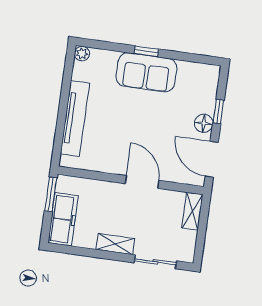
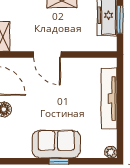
window: (51, 194) -> (120, 20), moved

